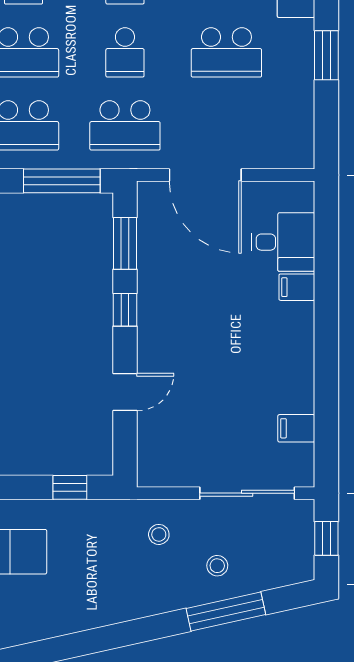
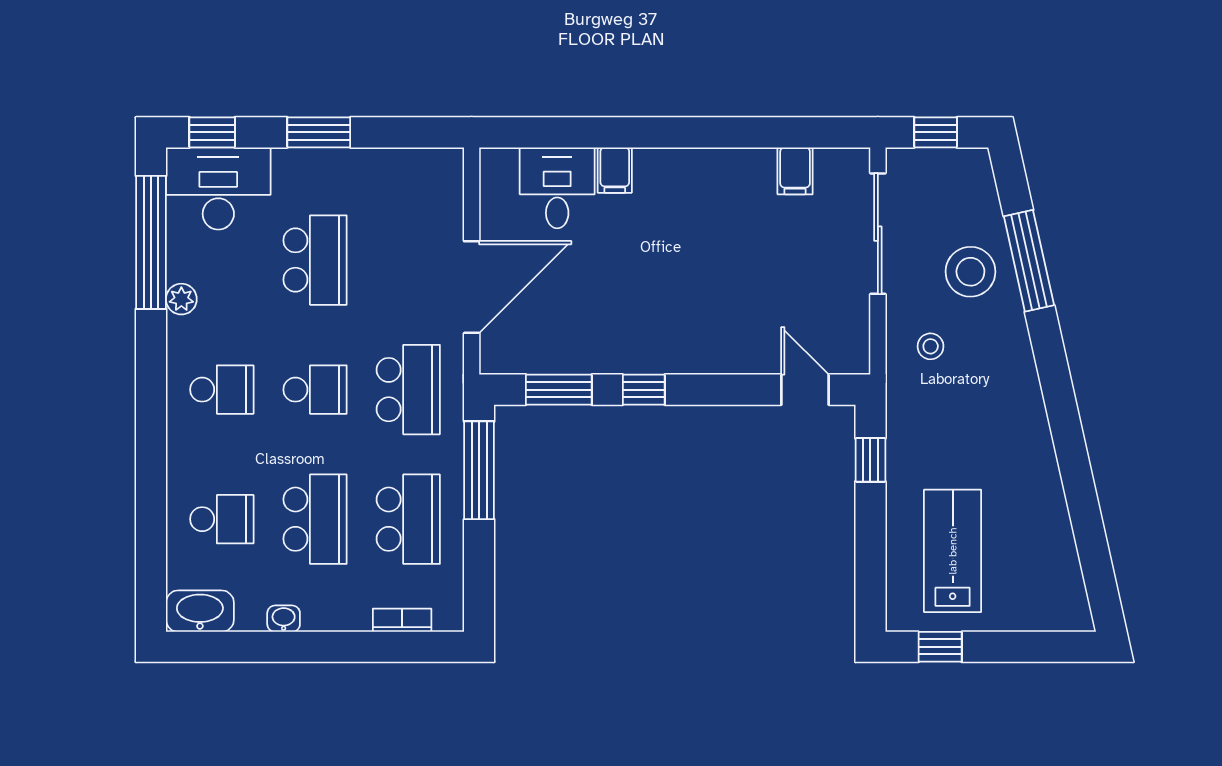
door: (125, 392) -> (805, 390), moved
stool: (217, 566) -> (970, 272), width x1.89, depth x1.89

